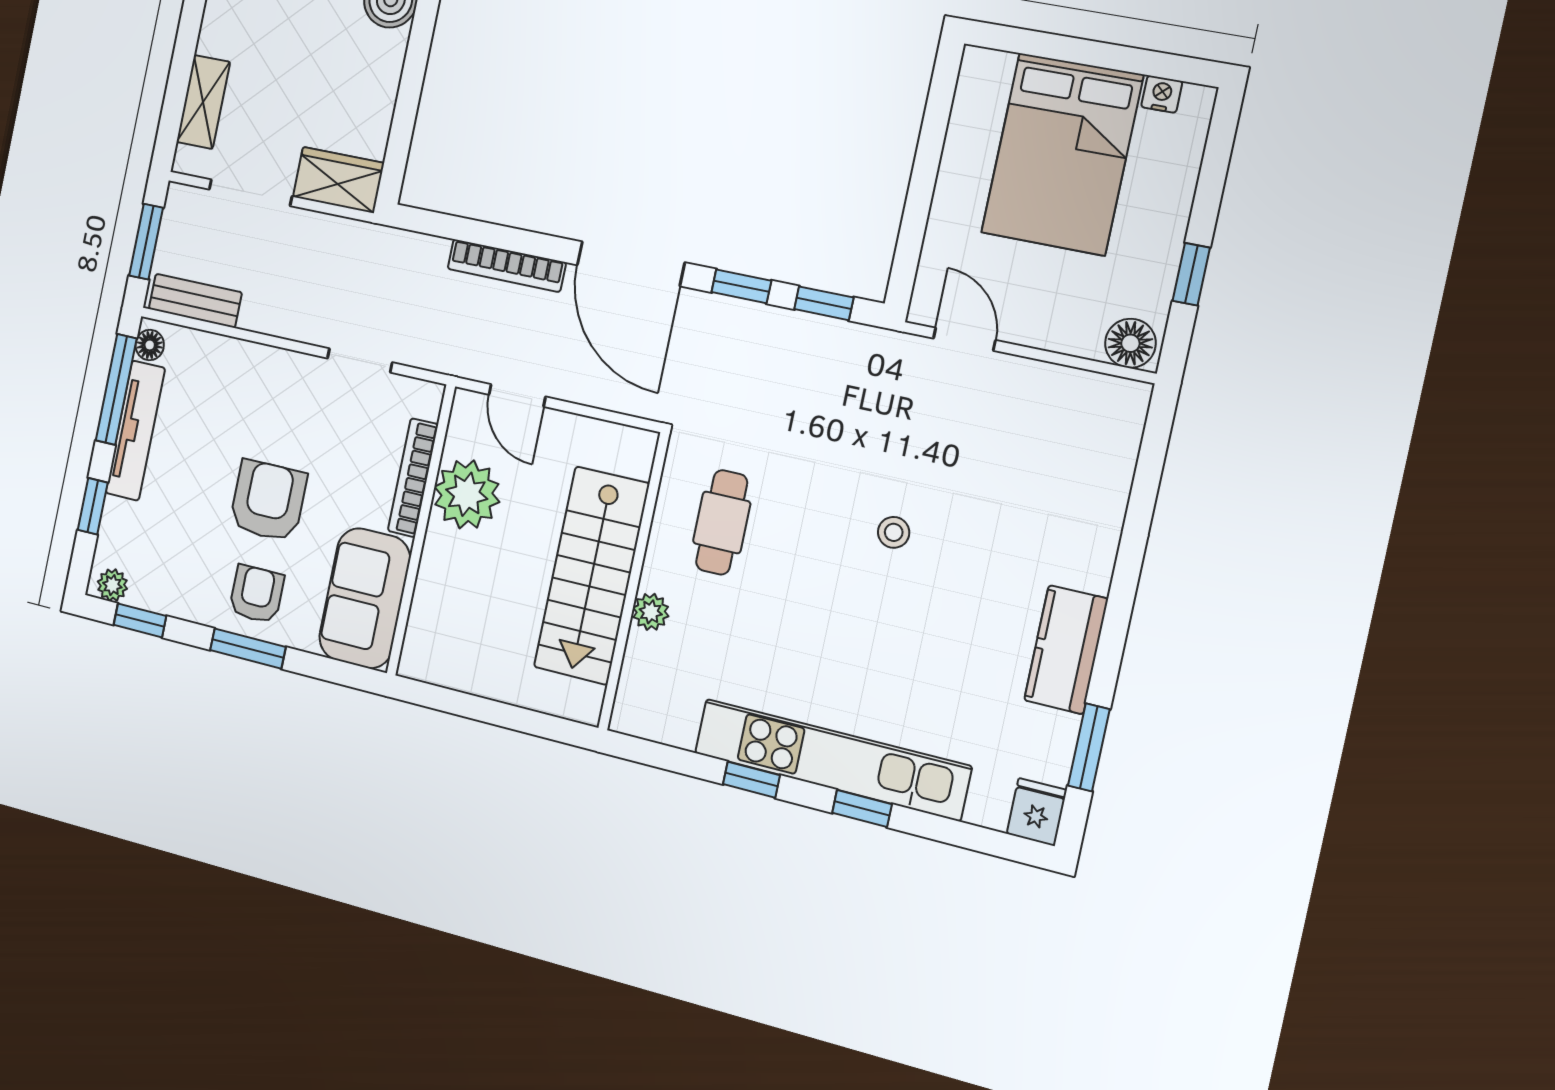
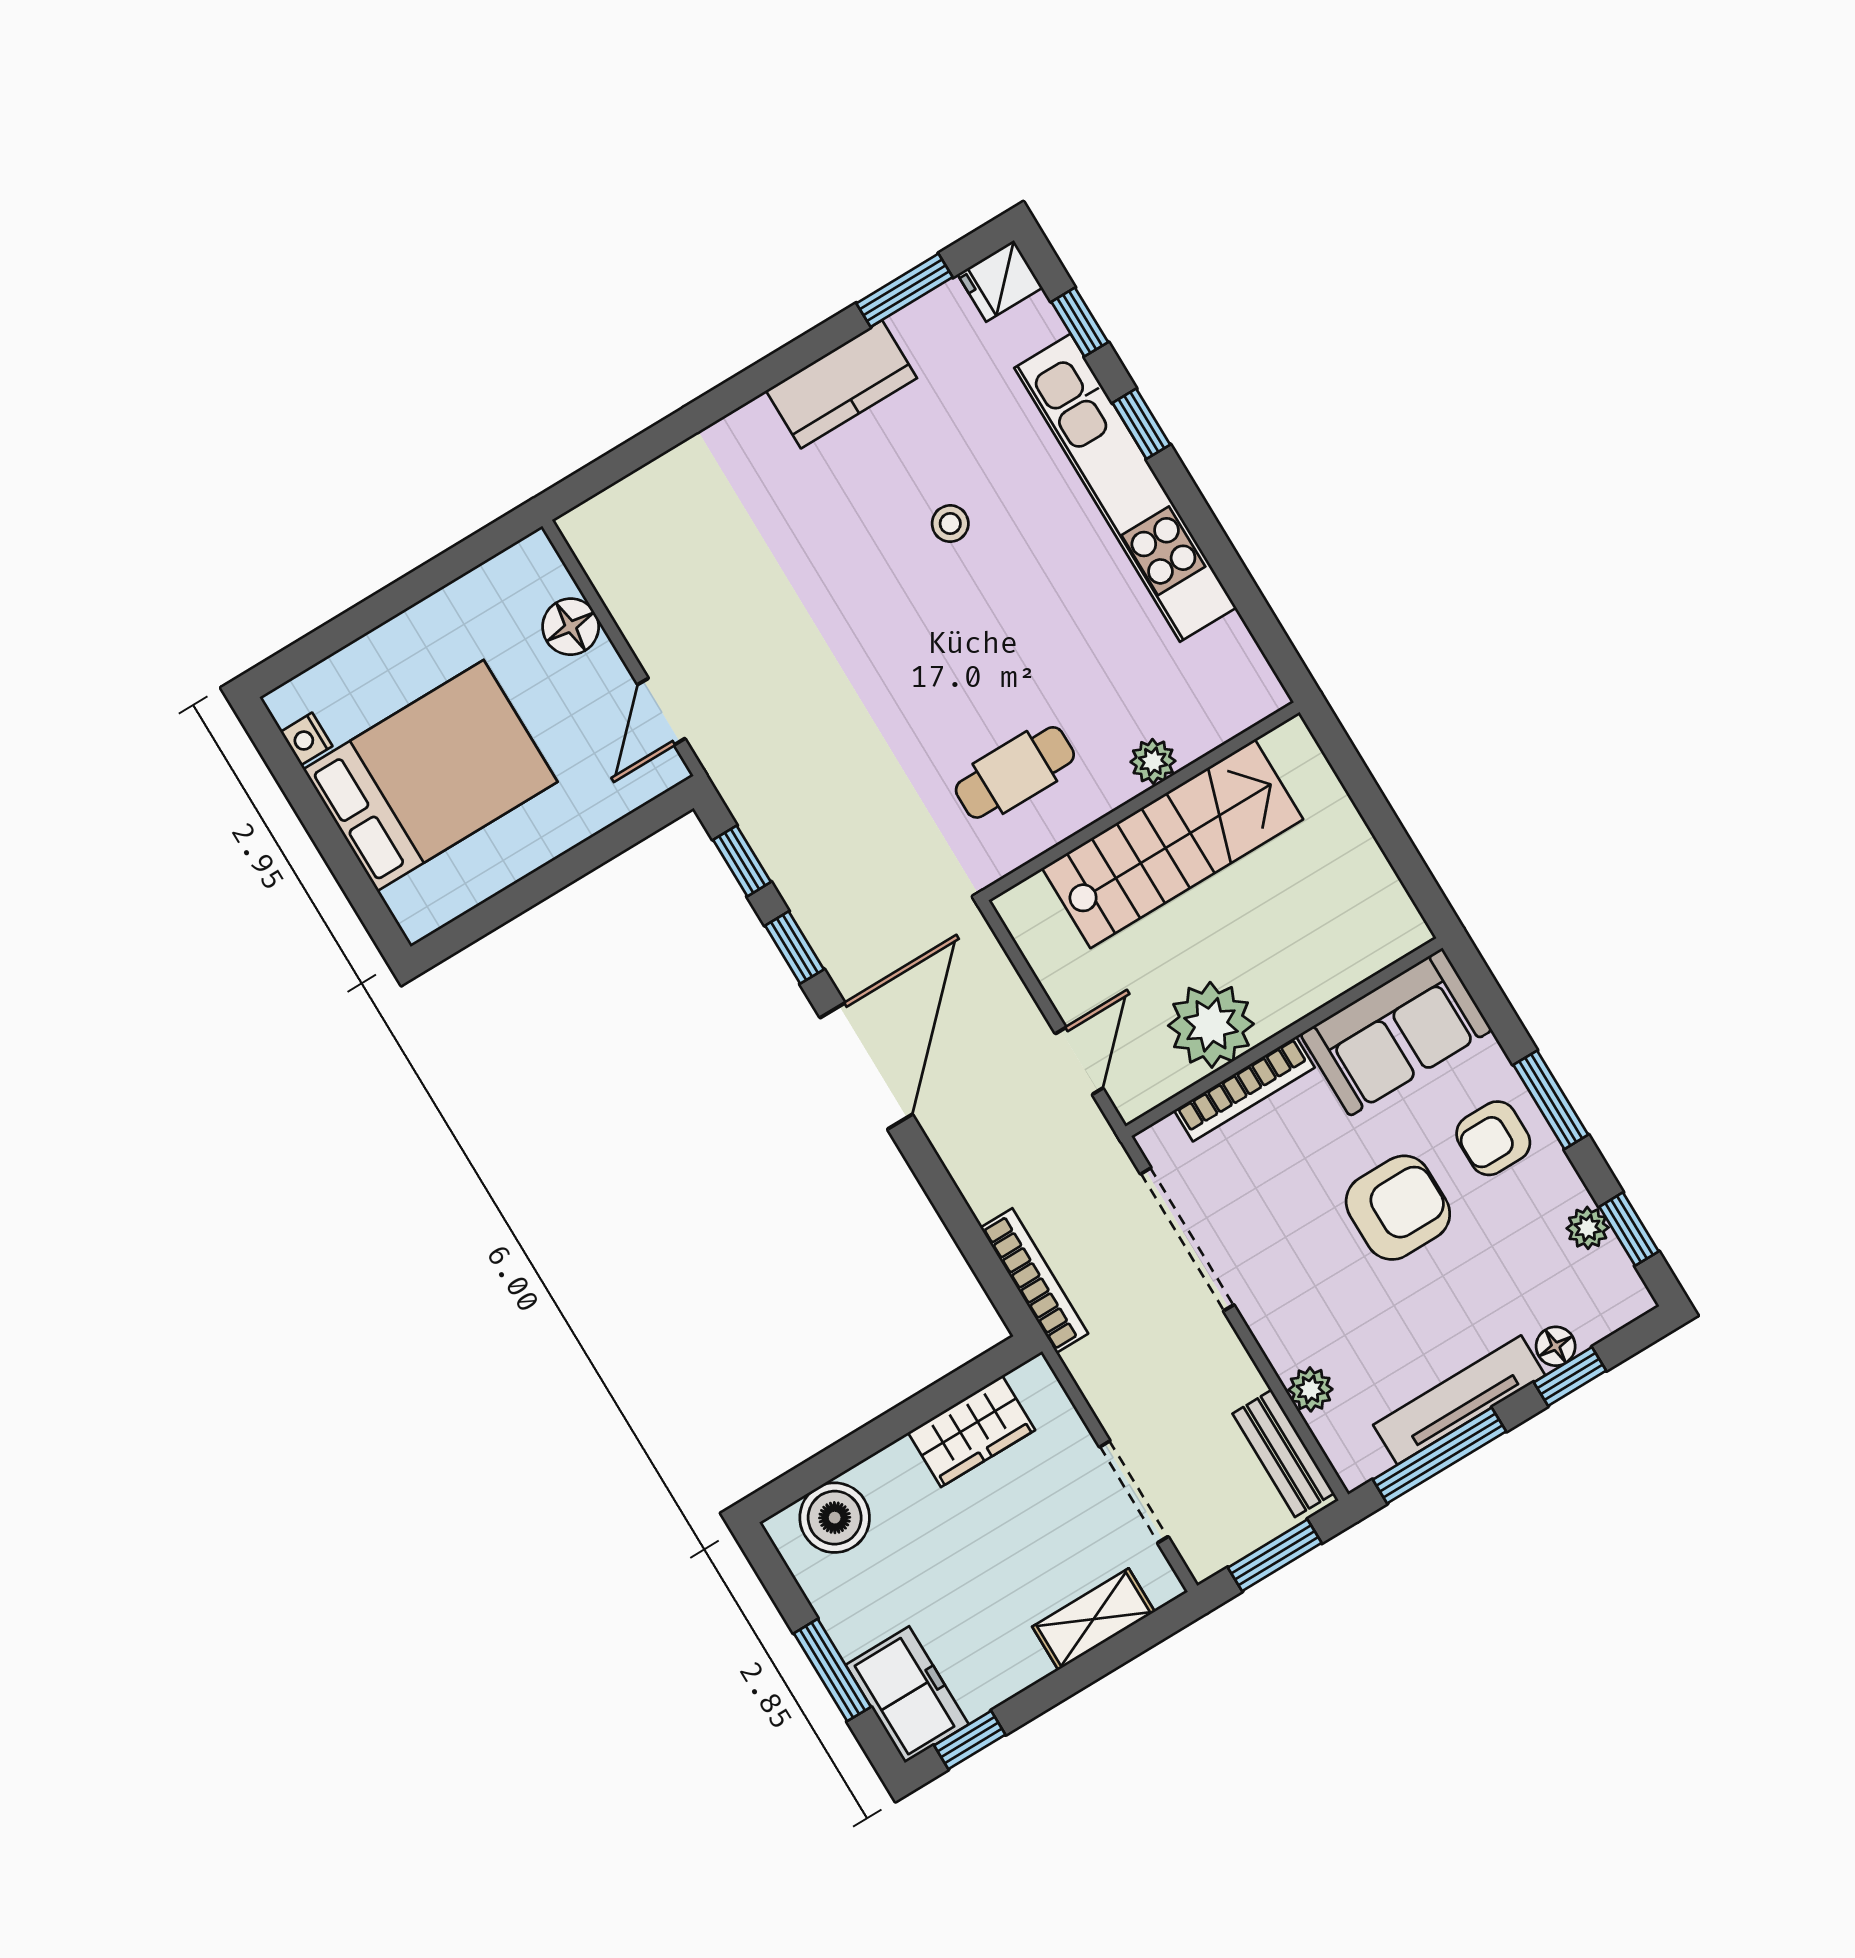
wardrobe: (338, 180) -> (972, 1431), moved, turned -90
bookcase: (507, 266) -> (1034, 1281), moved
window: (1191, 274) -> (434, 575), removed
floor lamp: (1130, 343) -> (571, 627), moved
floor lamp: (150, 345) -> (1556, 1346), moved
plant: (215, 351) -> (1310, 1389), added
doorway: (360, 360) -> (1187, 1239), width x1.88
armchair: (268, 501) -> (1398, 1208), turned 180
stool: (894, 532) -> (950, 524), moved
plant: (112, 585) -> (1588, 1228), moved
window: (751, 780) -> (1080, 322), moved

